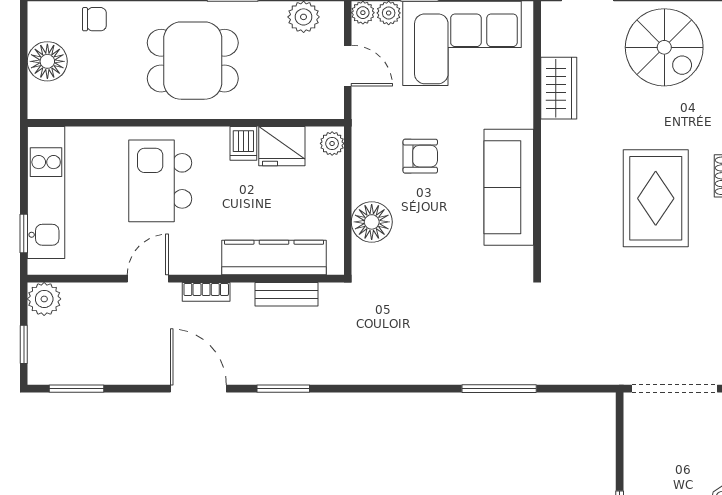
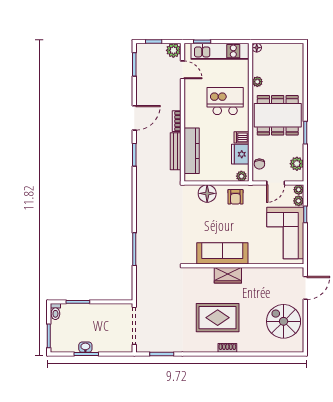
chair: (94, 19) -> (259, 164), moved
spiral stairs: (664, 47) -> (284, 321), turned 90
floor lamp: (47, 61) -> (257, 48), moved, width x0.53, depth x0.53
dining table: (193, 61) -> (278, 115), width x1.38
wardrobe: (559, 88) -> (228, 275), moved
plant: (116, 107) -> (257, 82), added
armchair: (420, 156) -> (235, 197), moved
door: (148, 279) -> (182, 70), moved
bench: (286, 294) -> (176, 151), width x1.36

